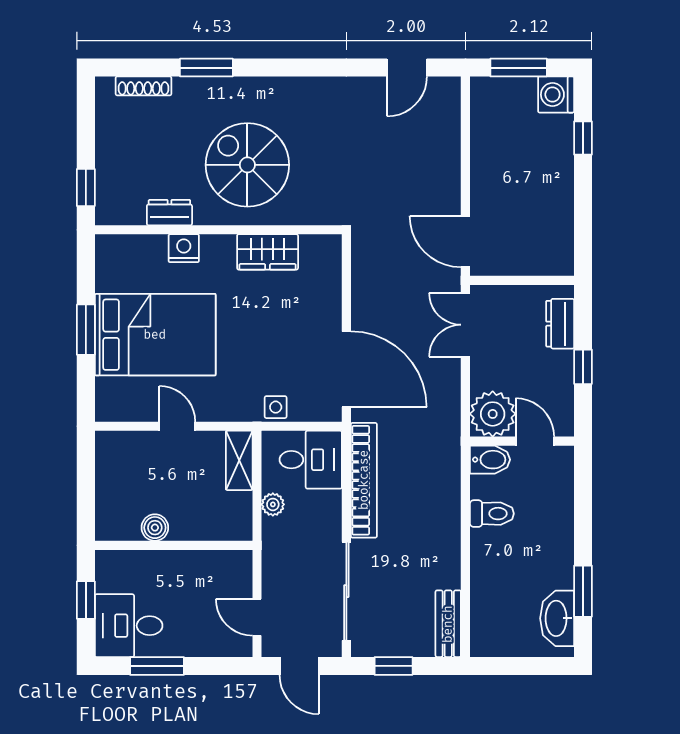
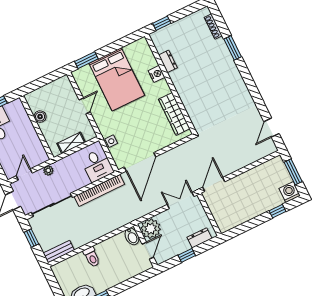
door: (407, 68) -> (271, 128), hinge flipped
spiral stairs: (247, 165) -> (202, 83), removed
wardrobe: (268, 252) -> (174, 114), width x1.50
window: (86, 330) -> (86, 60), moved
shelving: (239, 460) -> (71, 143), moved
plant: (273, 504) -> (48, 171), moved
toilet: (492, 514) -> (92, 257), moved

